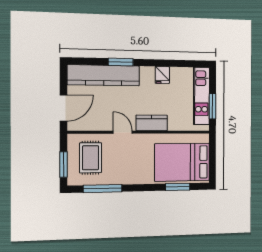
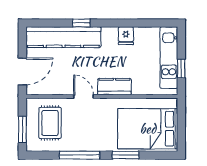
window: (121, 62) -> (81, 23), width x0.67
window: (213, 106) -> (181, 69), width x0.67
window: (178, 187) -> (126, 155), moved
window: (103, 188) -> (79, 155), moved

